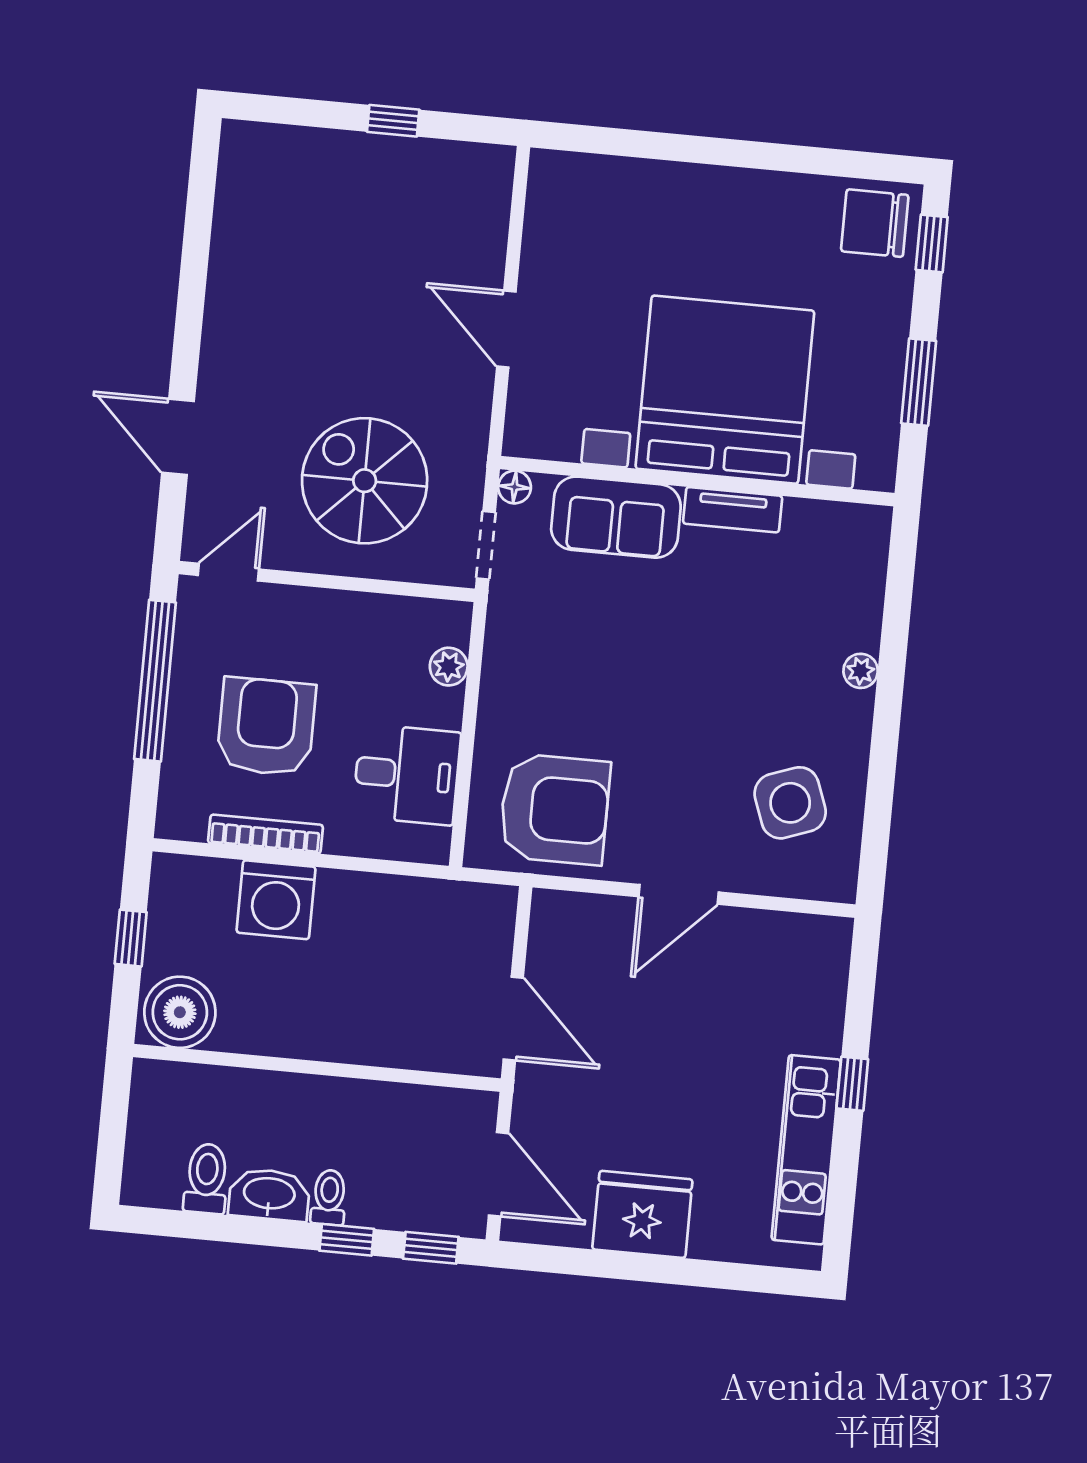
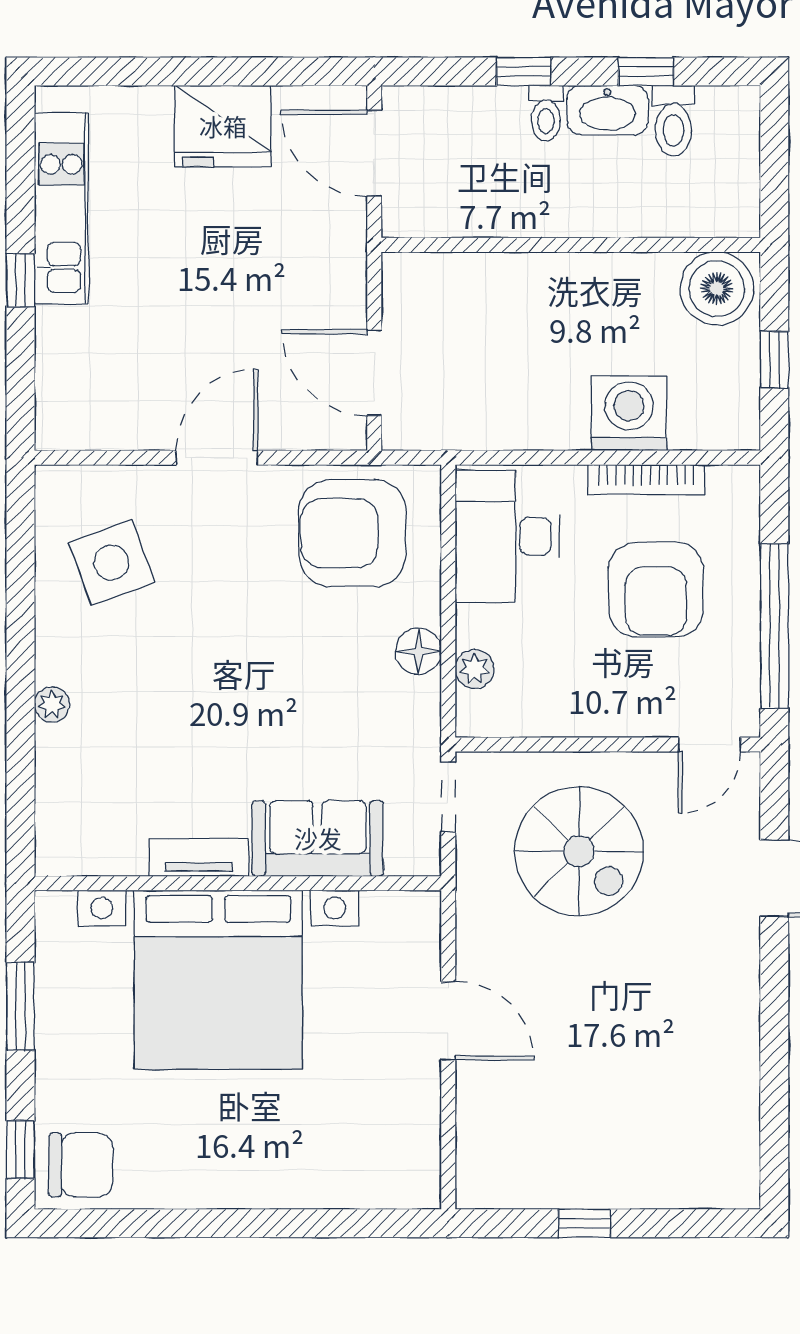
floor lamp: (515, 487) -> (418, 651), moved, width x1.37, depth x1.37
desk: (407, 775) -> (507, 536), width x1.37
door: (513, 1019) -> (374, 373), moved
window: (431, 1248) -> (646, 71), moved

